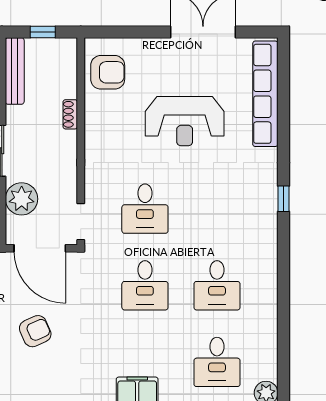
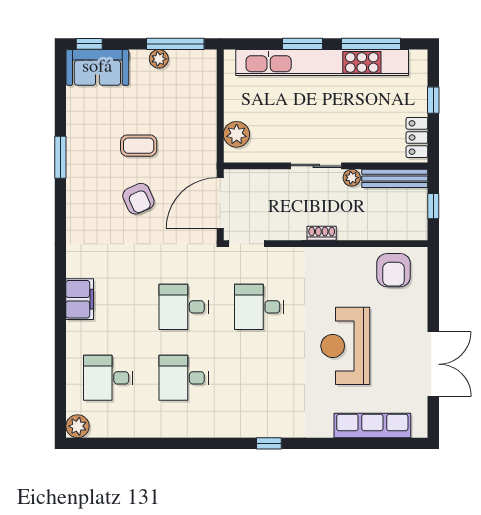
row of seats: (265, 94) -> (372, 425), width x0.73
shoe rack: (70, 114) -> (322, 233), moved
plant: (22, 199) -> (352, 178), moved, width x0.53, depth x0.53

